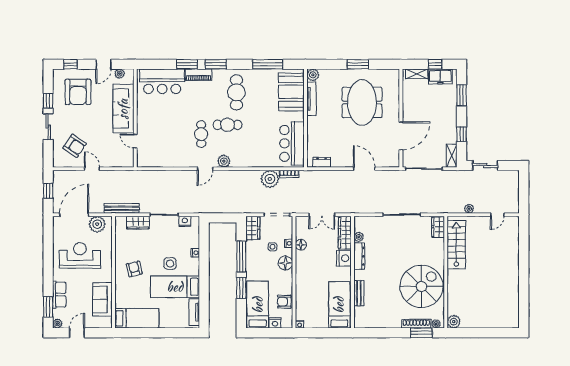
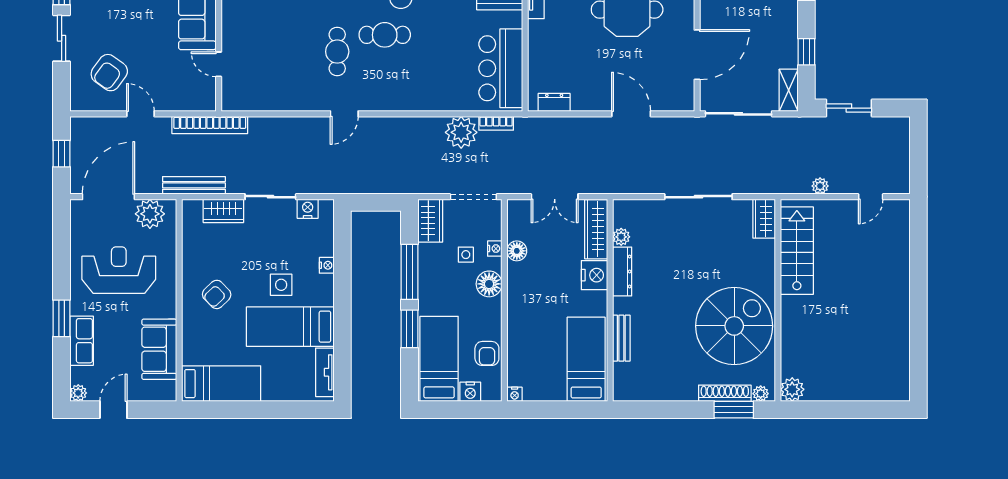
armchair: (75, 146) -> (109, 73), turned 92
plant: (224, 161) -> (378, 100), removed
bookcase: (130, 175) -> (210, 125), added
armchair: (134, 269) -> (217, 294), turned -120
armchair: (284, 302) -> (487, 353), turned -90
window: (48, 307) -> (62, 318), moved

